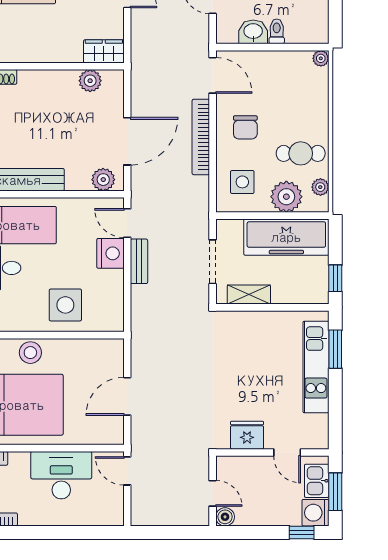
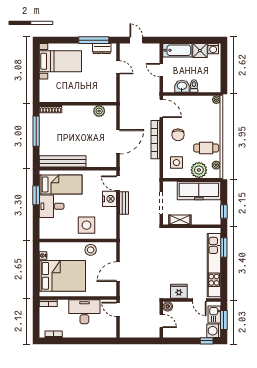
wardrobe: (104, 51) -> (106, 96), removed
plant: (103, 180) -> (106, 161), removed
stool: (30, 353) -> (91, 250), moved
kitchen unit: (316, 367) -> (214, 265), width x1.36
boiler: (225, 517) -> (168, 306), moved

